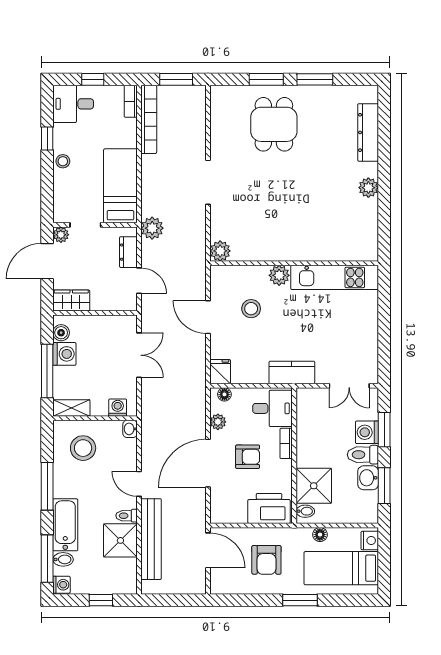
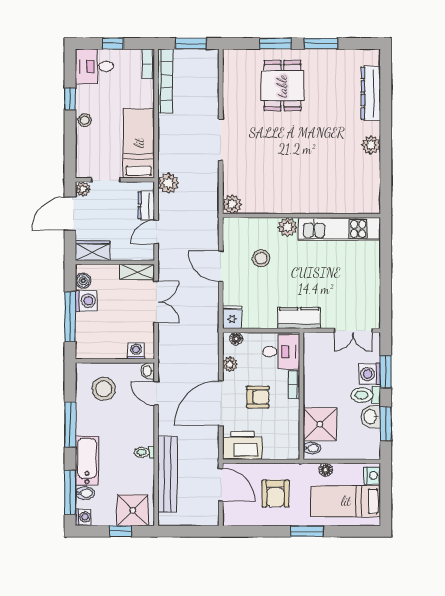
door: (139, 281) -> (156, 232), swing flipped
shelving: (71, 408) -> (137, 272), moved
door: (139, 484) -> (156, 393), moved
printer: (269, 508) -> (242, 445), moved
shower: (120, 540) -> (133, 510), moved

